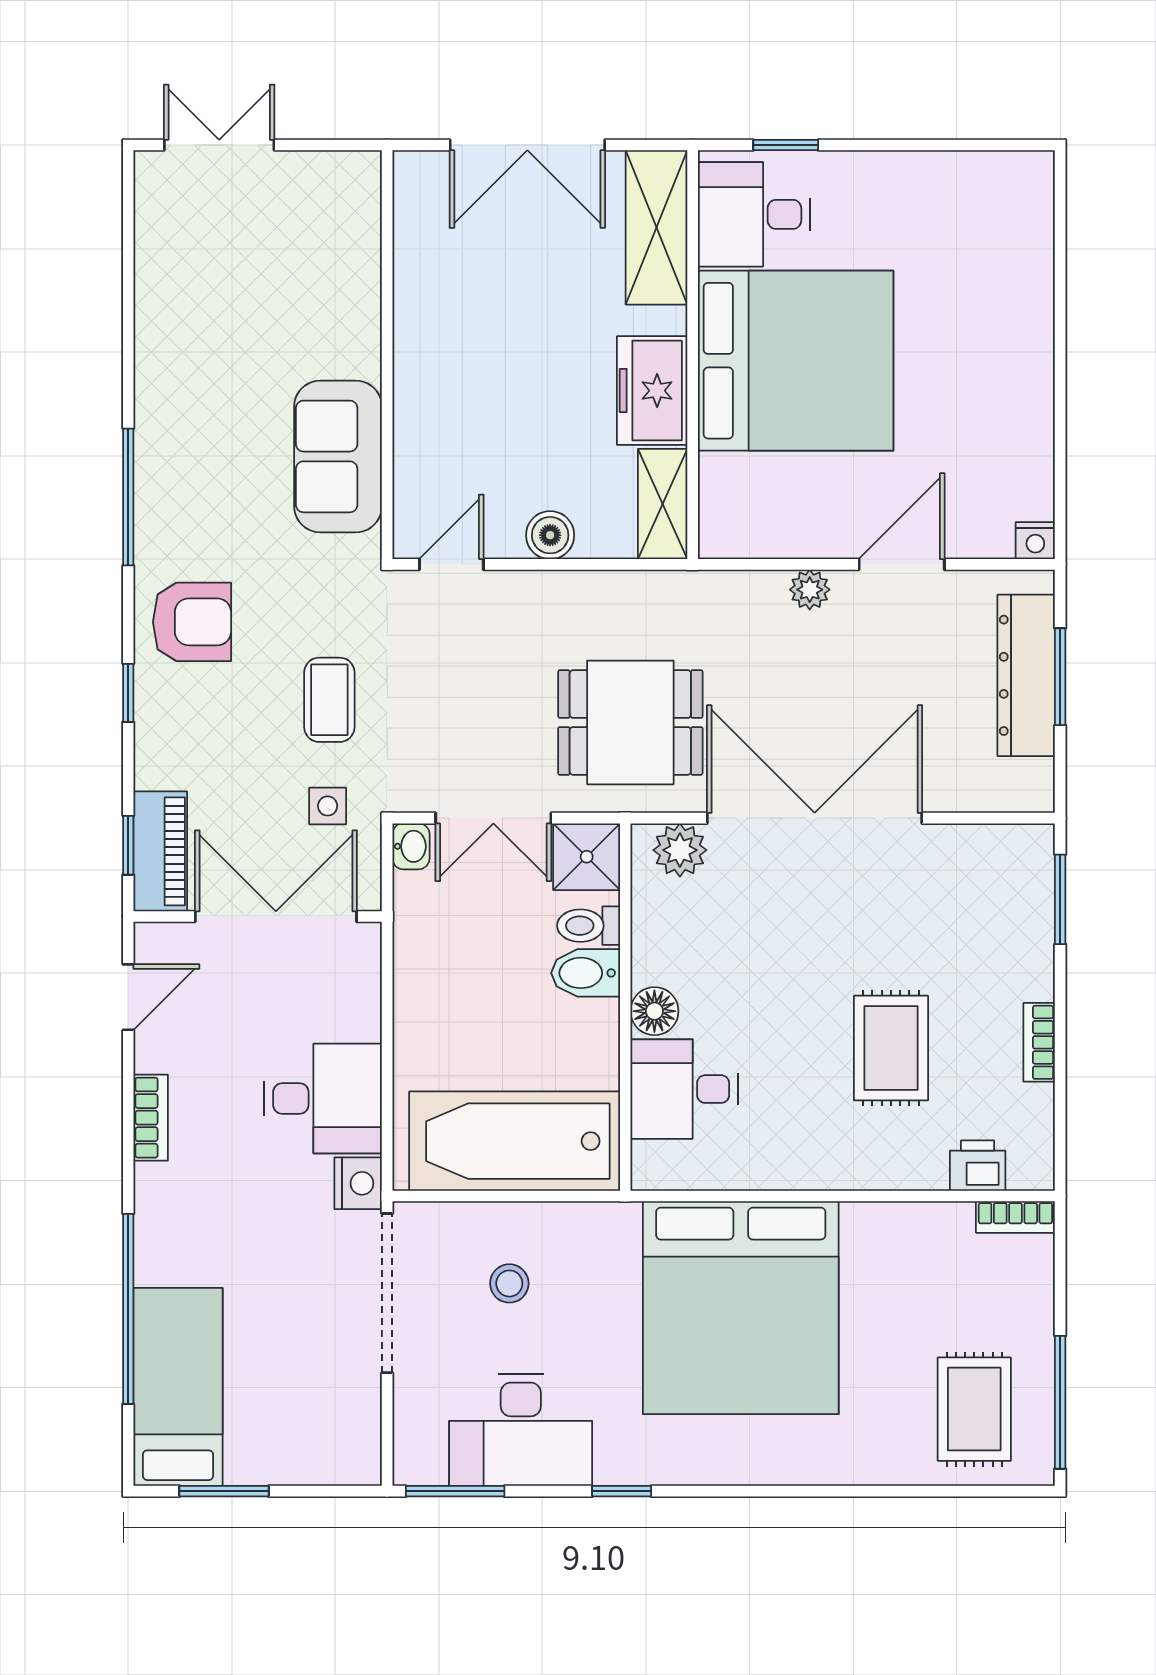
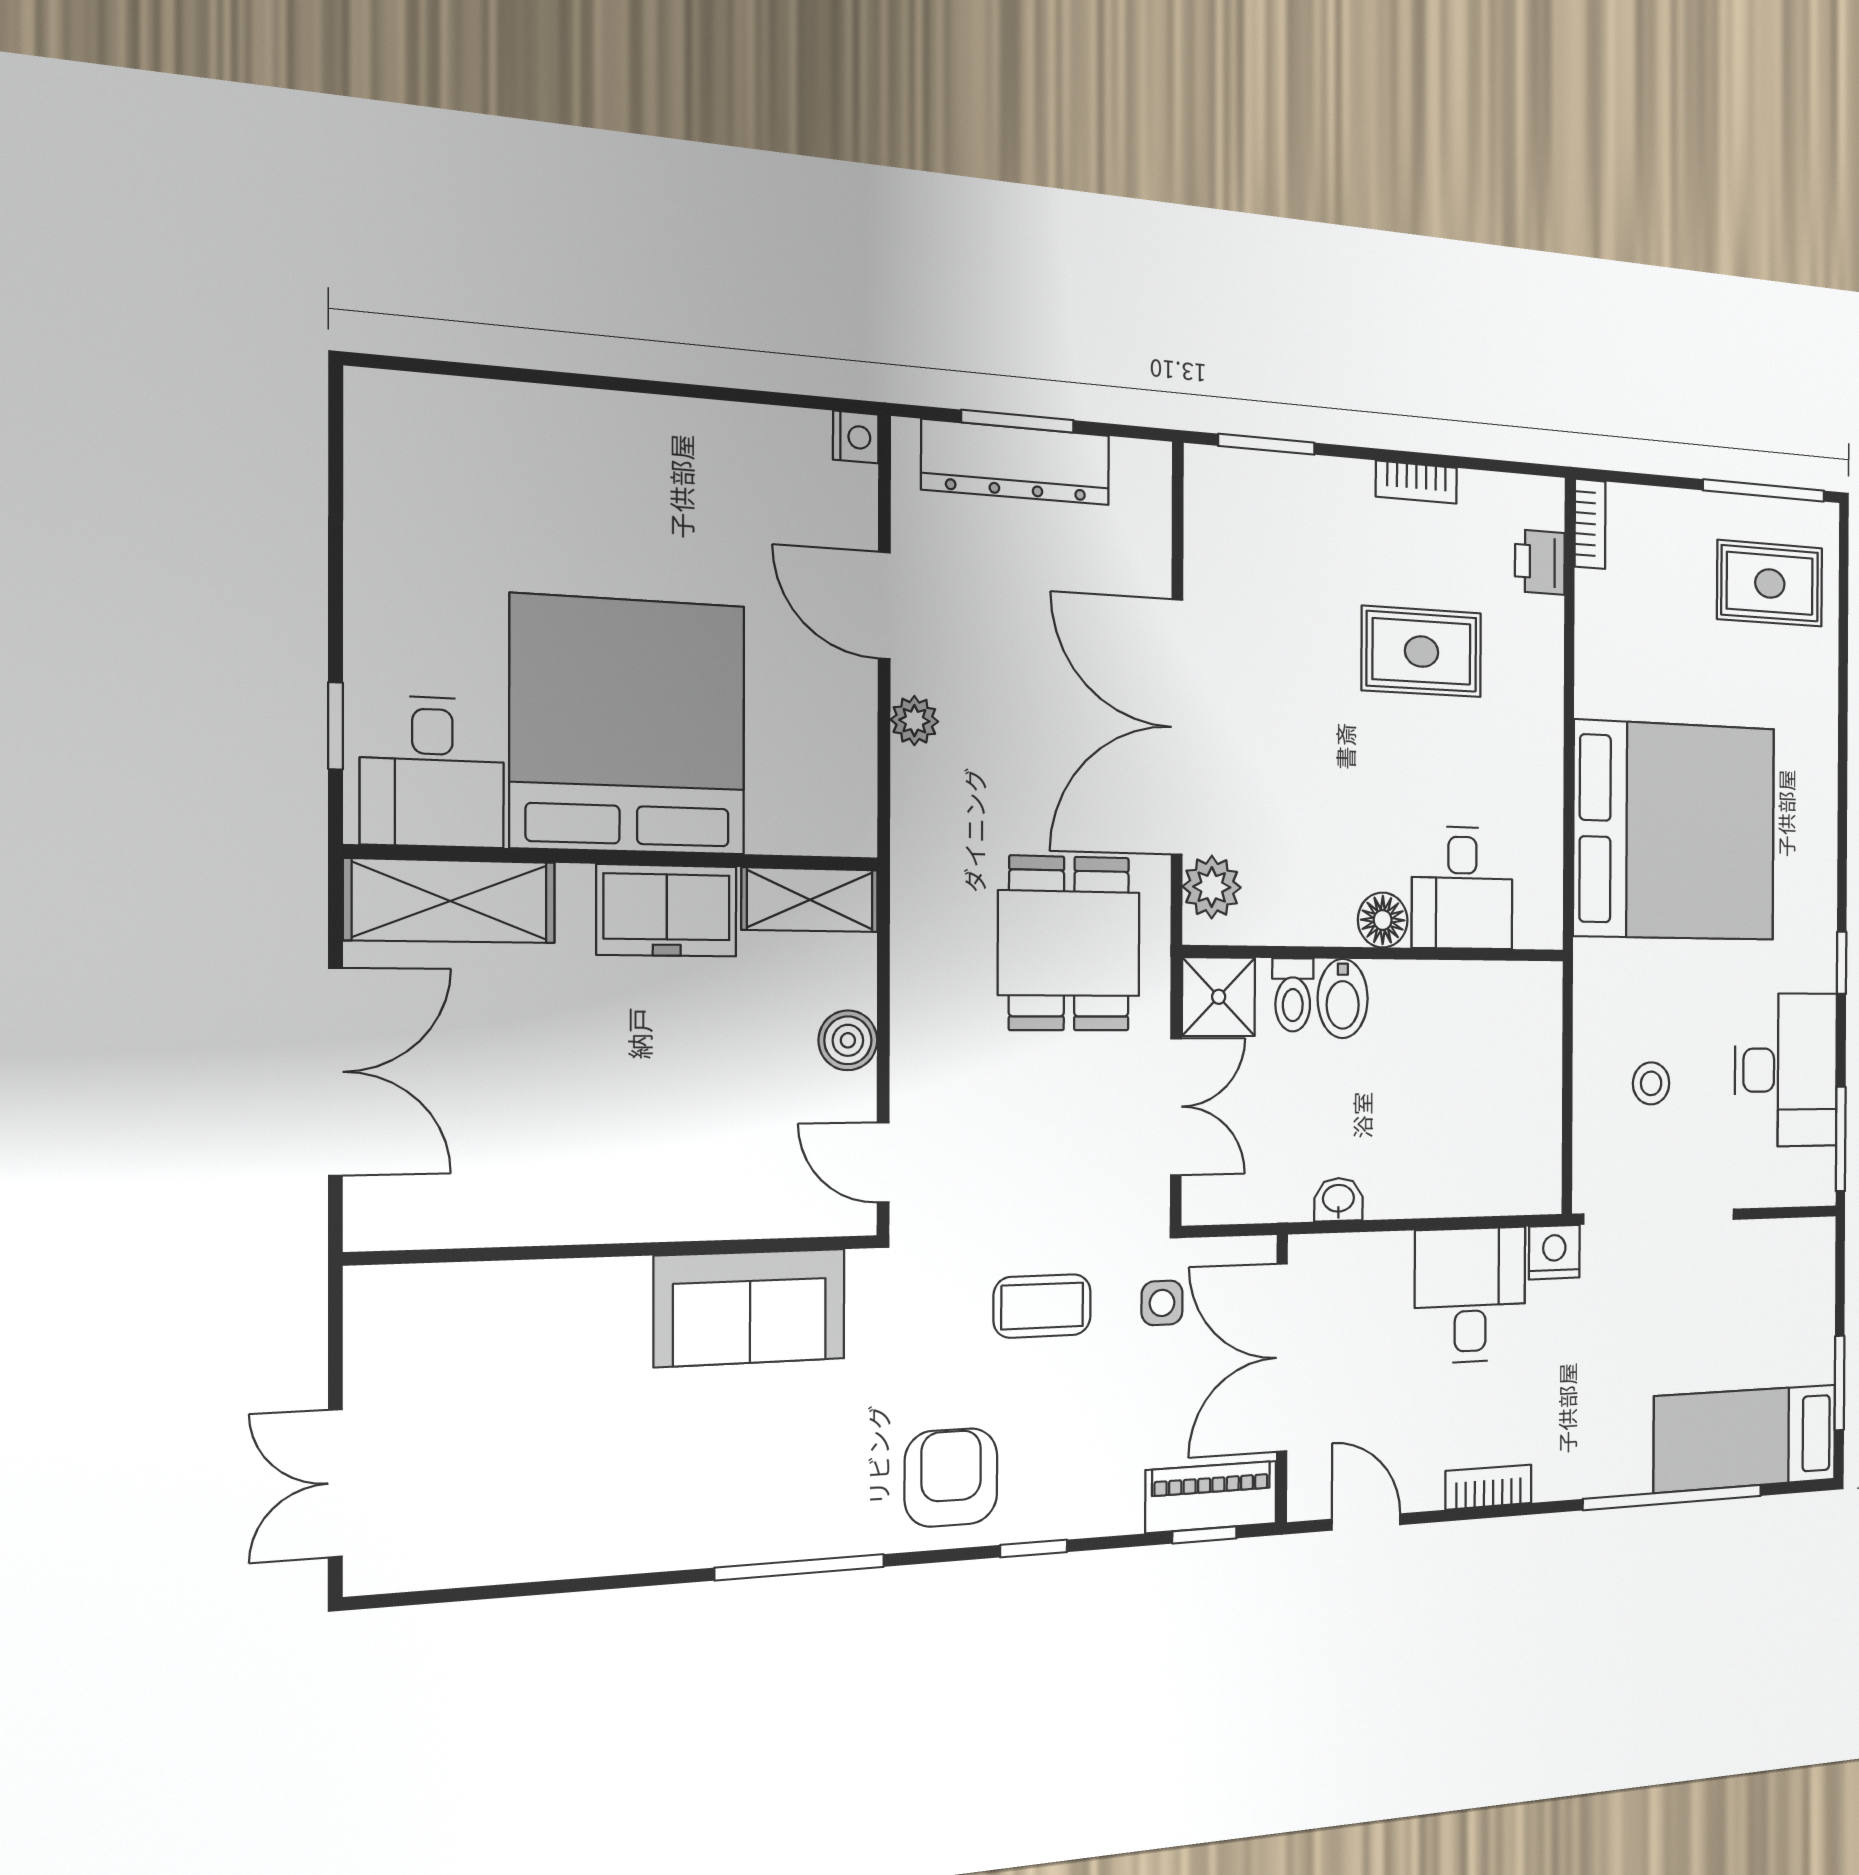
washbasin: (411, 846) -> (1338, 1200), moved
bathtub: (515, 1141) -> (1514, 1079), removed

